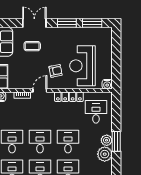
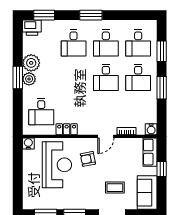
locker: (69, 97) -> (67, 129), width x0.66
desk: (68, 142) -> (74, 77), removed

